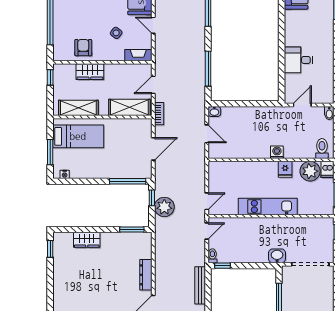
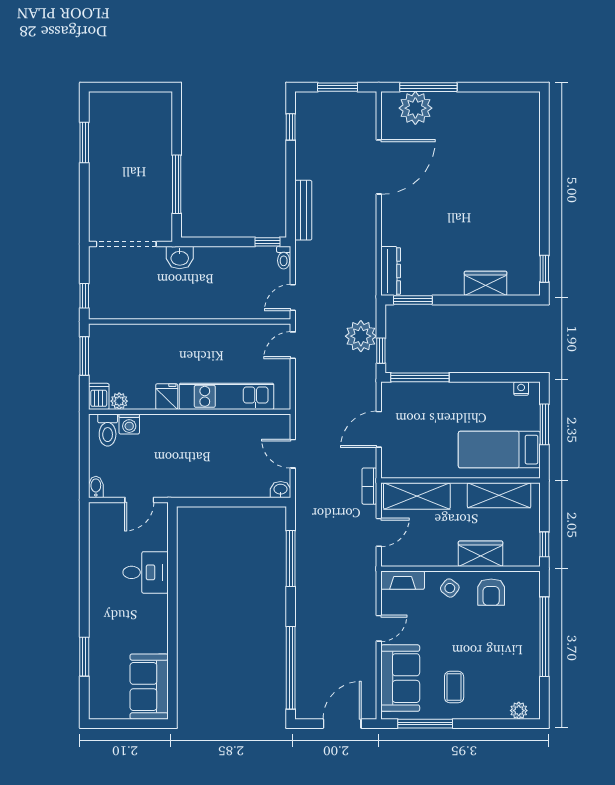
door: (153, 25) -> (379, 628), hinge flipped
side table: (116, 33) -> (450, 588), moved
washing machine: (277, 152) -> (129, 424), moved
plant: (310, 171) -> (119, 401), width x0.53, depth x0.53
kitchen unit: (268, 206) -> (226, 396), moved, turned 180
dresser: (146, 275) -> (391, 271), moved

